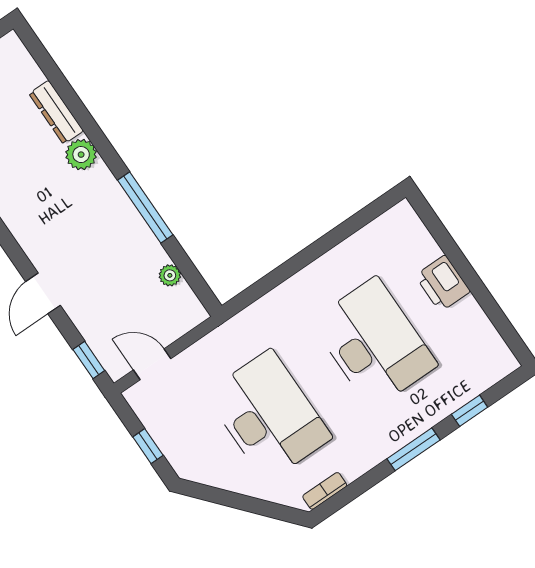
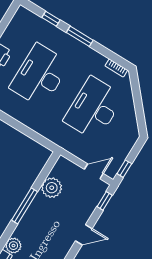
plant: (170, 275) -> (52, 188), width x1.88, depth x1.88
door: (152, 364) -> (94, 171), swing flipped
window: (148, 446) -> (124, 169), moved

